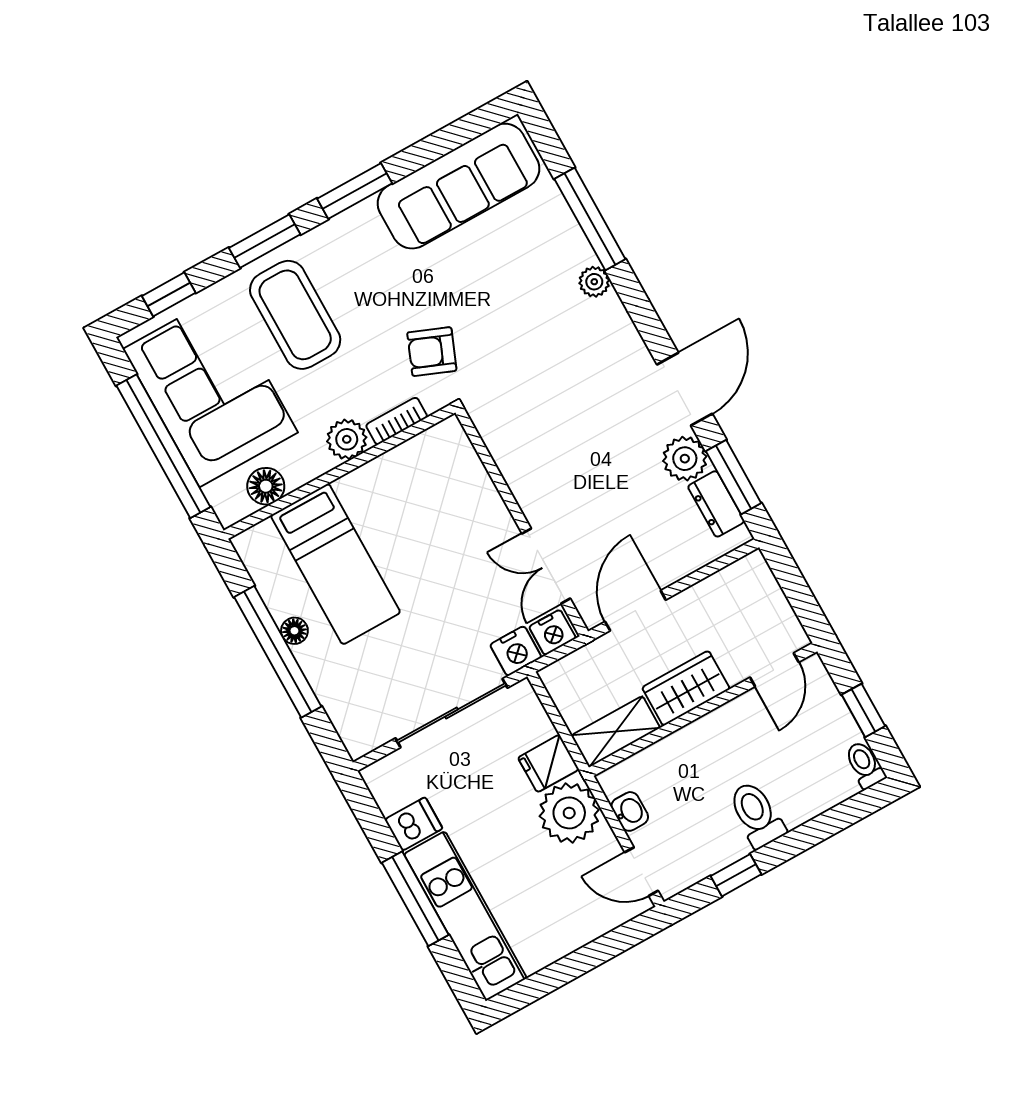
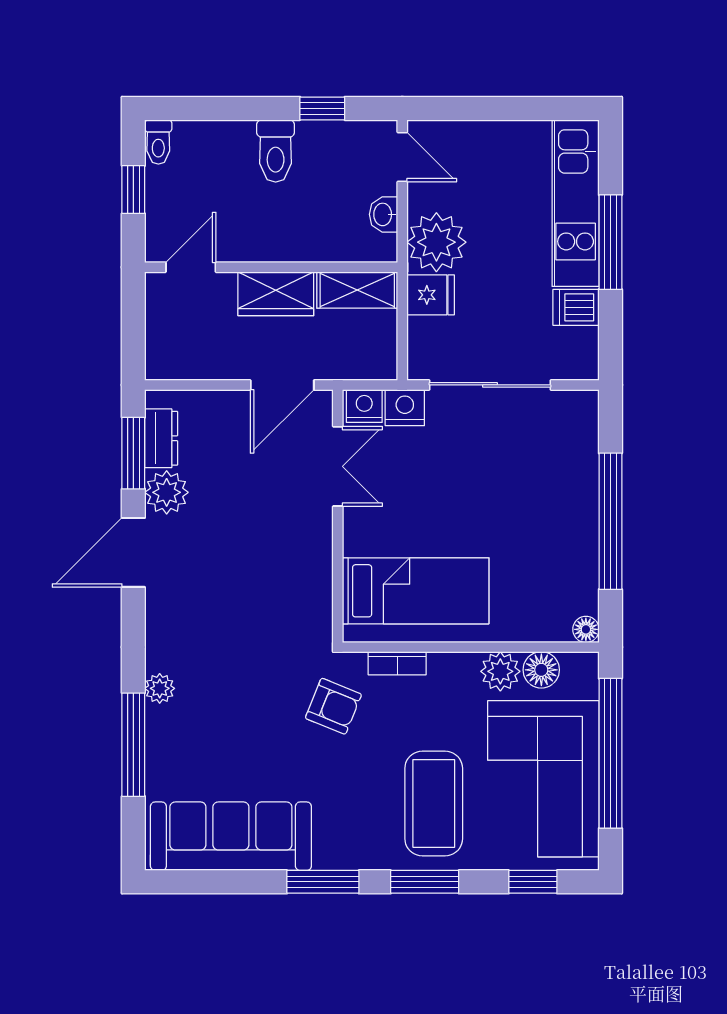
plant: (347, 439) -> (500, 671), moved
bed: (336, 564) -> (416, 591), moved, turned 90
floor lamp: (294, 631) -> (586, 629), moved

